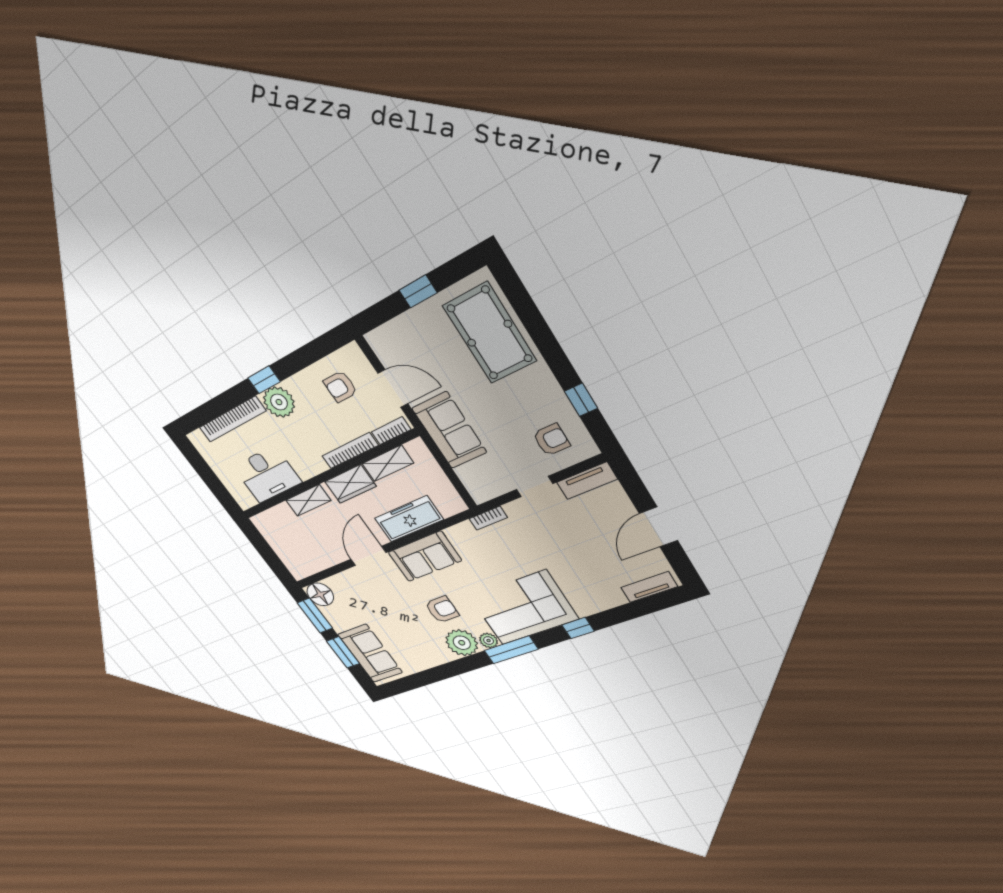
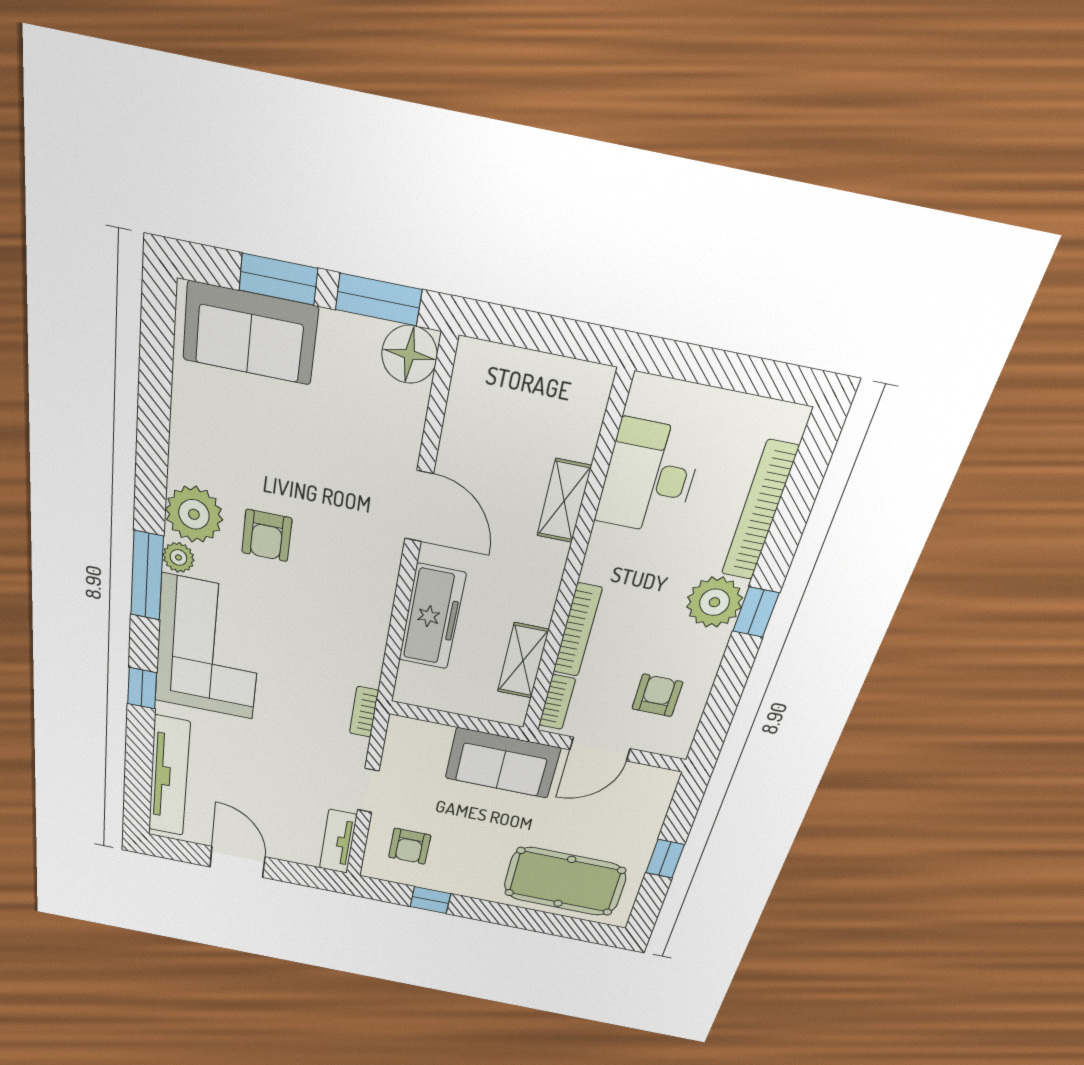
wardrobe: (350, 484) -> (537, 587), removed
sofa: (425, 556) -> (364, 588), removed
tv unit: (649, 587) -> (169, 777), width x1.92, depth x1.29

